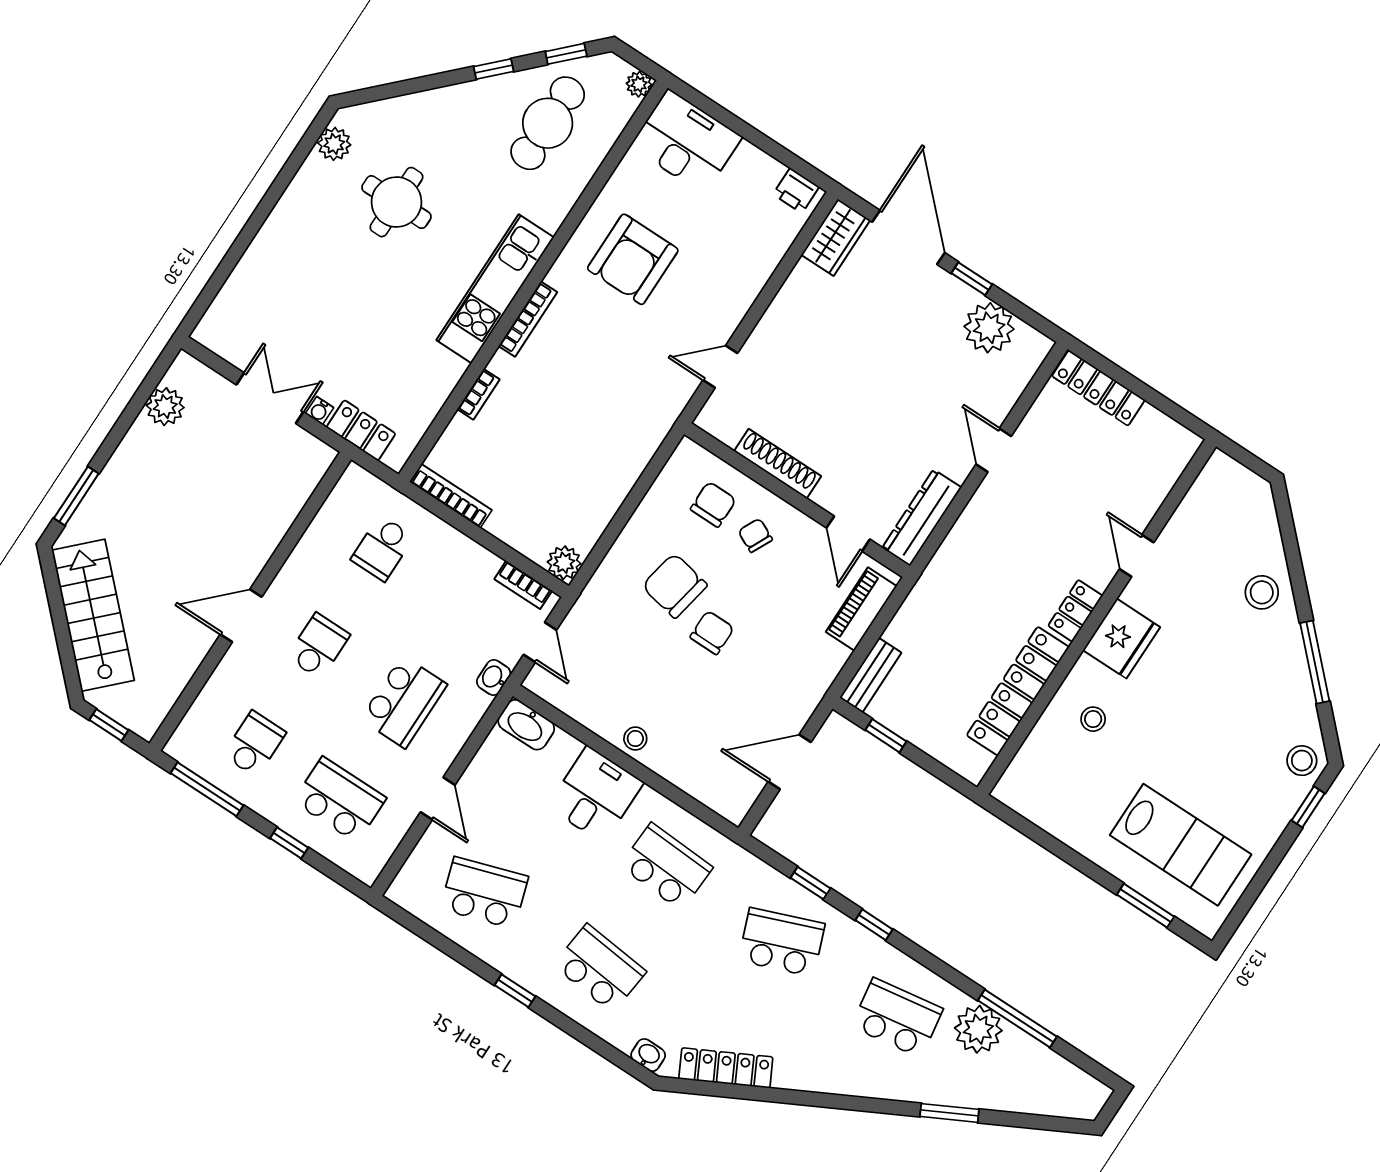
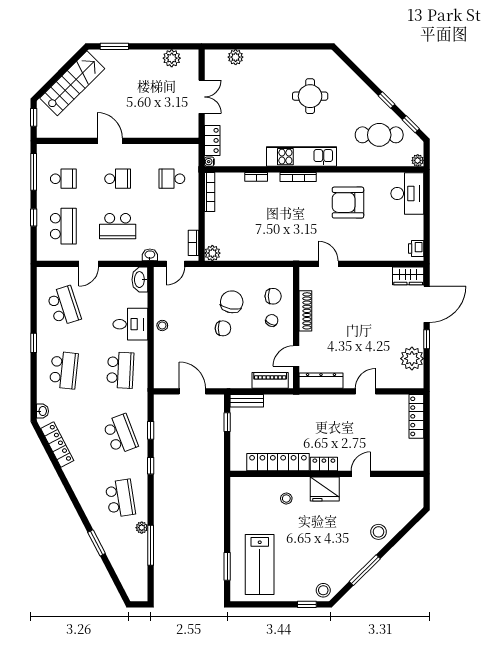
plant: (334, 144) -> (236, 57), moved
water cooler: (319, 411) -> (209, 162), moved
plant: (978, 1029) -> (142, 528), width x0.53, depth x0.53

